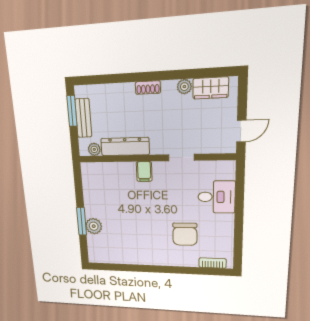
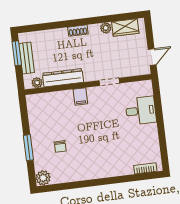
plant: (94, 226) -> (43, 178), moved
chair: (185, 234) -> (60, 146), moved, width x0.54, depth x0.54

